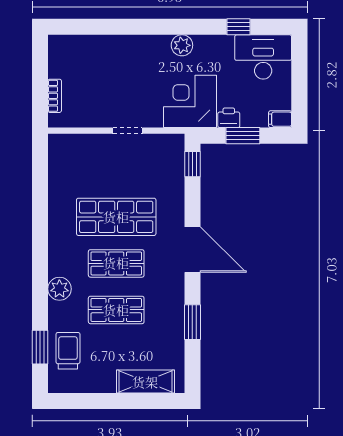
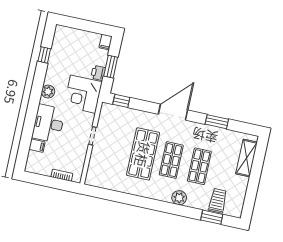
filing cabinet: (93, 46) -> (37, 146), added
desk: (263, 57) -> (48, 124), moved
trolley: (68, 351) -> (218, 201), turned 90

